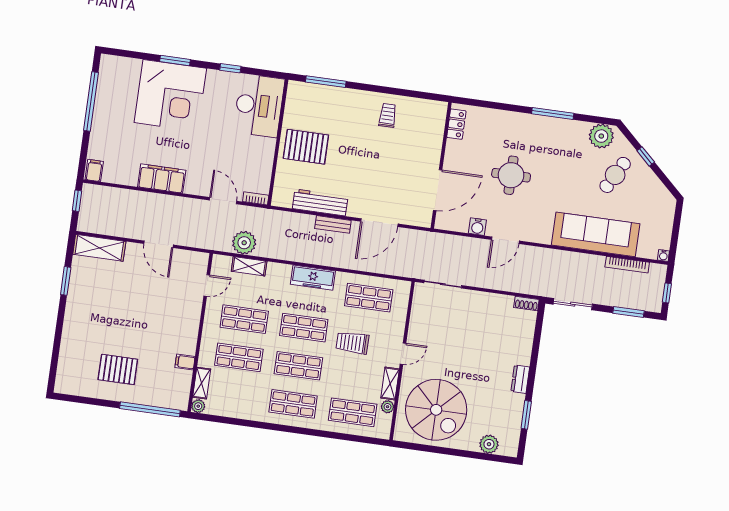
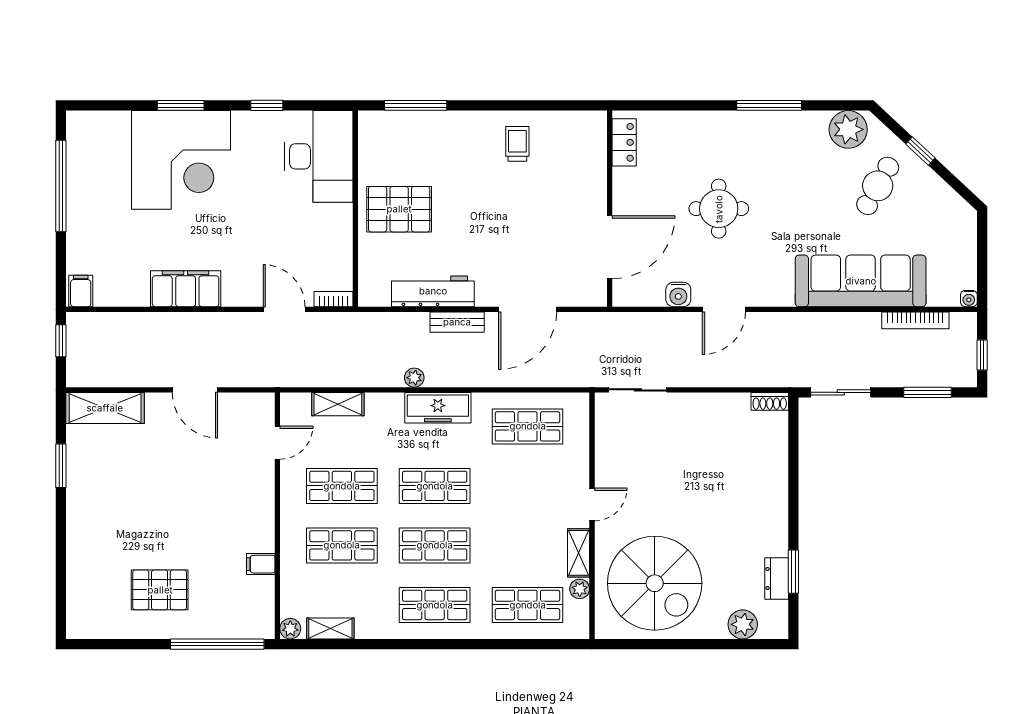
plant: (244, 243) -> (414, 378), moved, width x0.53, depth x0.53
trolley: (352, 343) -> (512, 499), removed
dresser: (520, 379) -> (777, 579), moved
shelving: (202, 383) -> (330, 628), moved, turned 90

